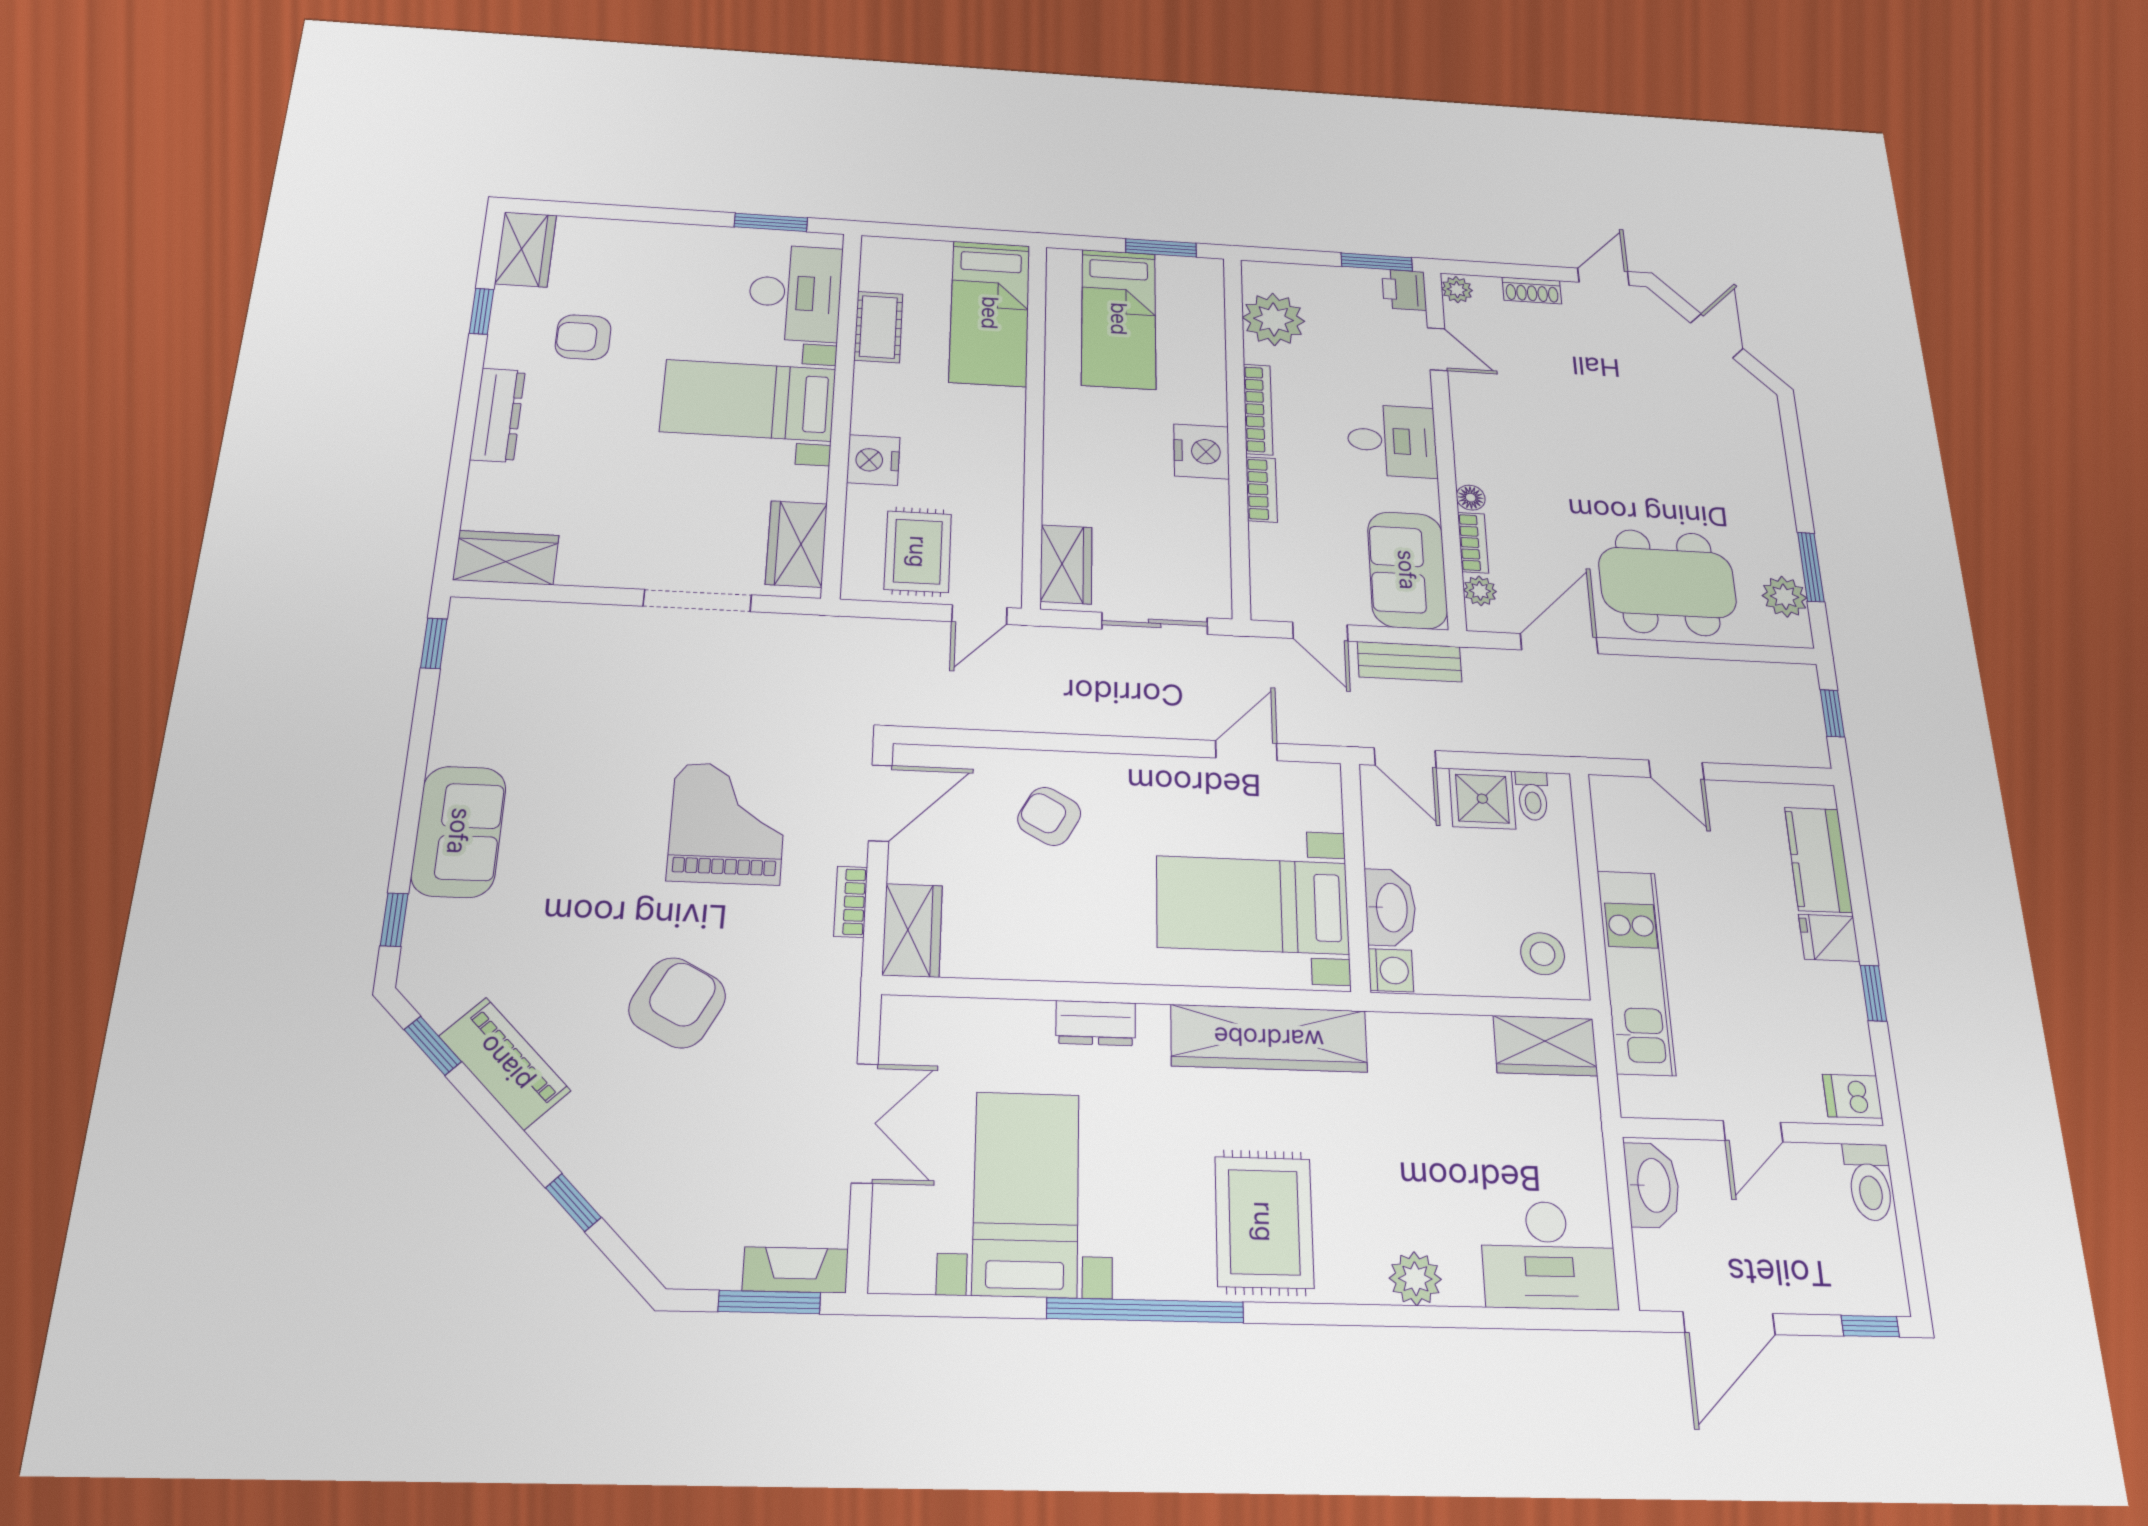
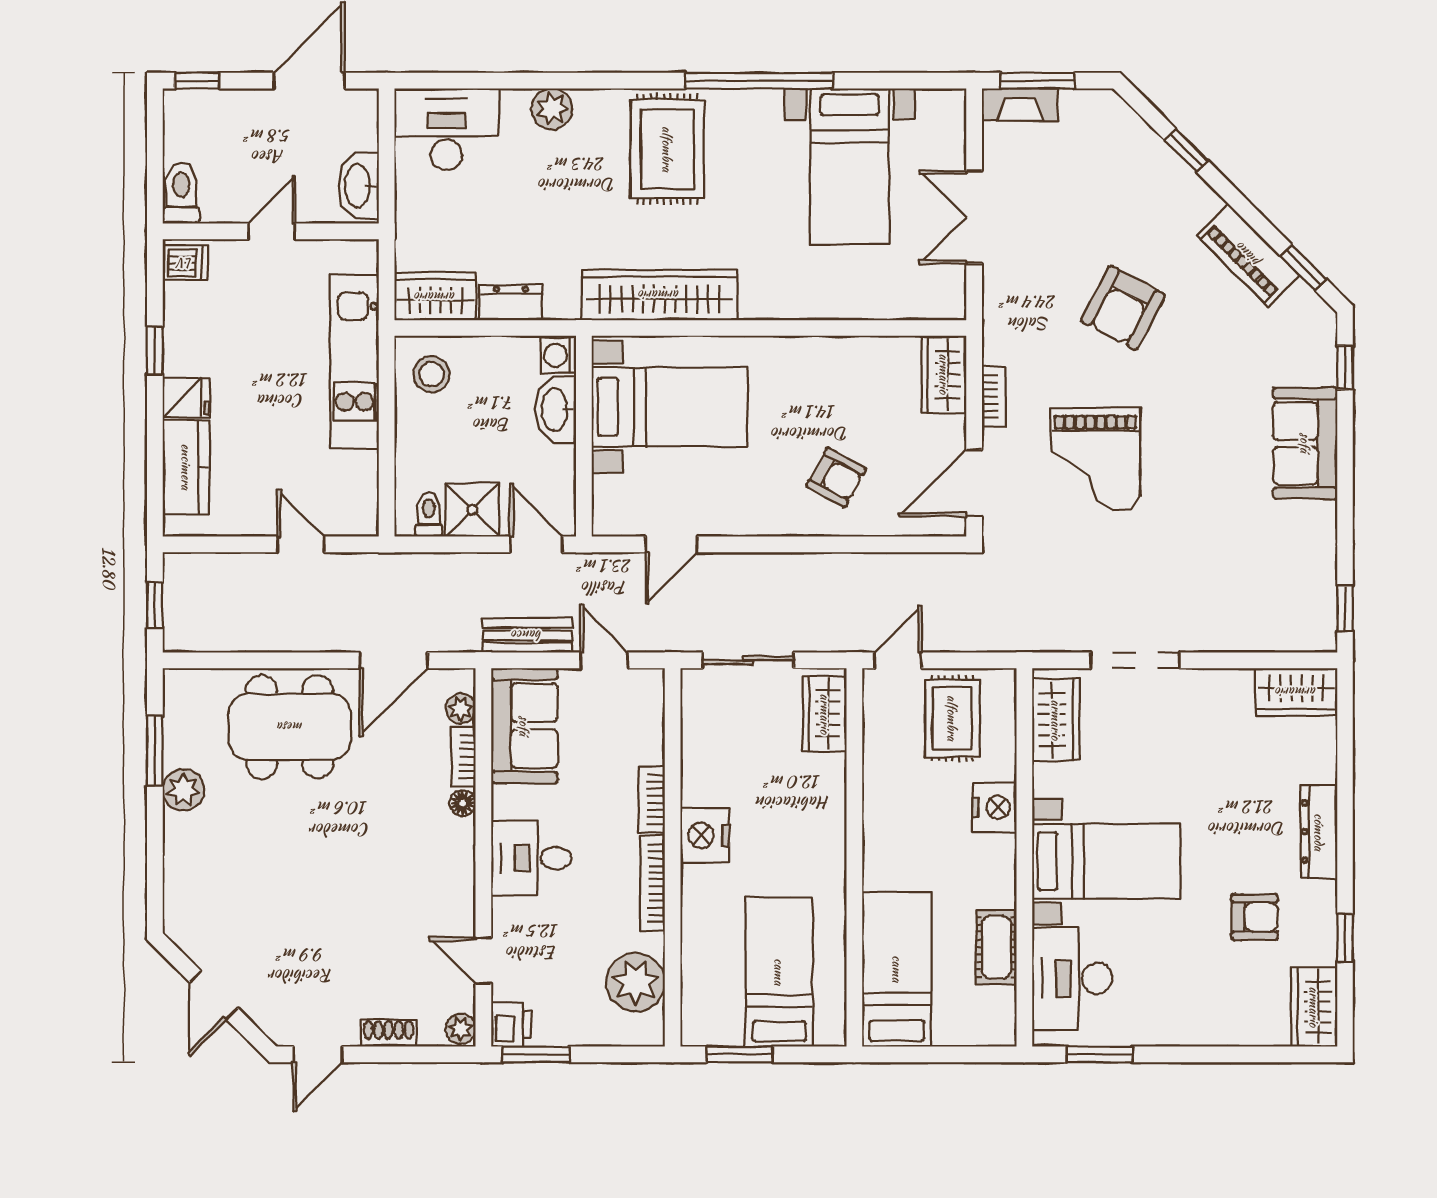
plant: (1784, 597) -> (183, 790), moved
dresser: (1096, 1023) -> (511, 303), moved

